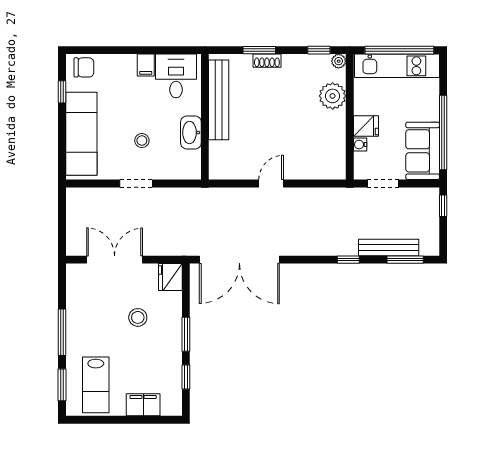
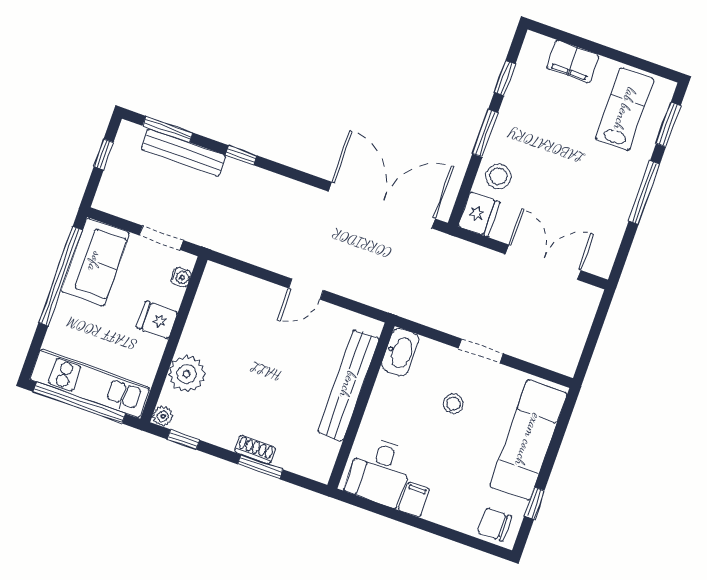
bench: (219, 100) -> (348, 385), moved
washbasin: (191, 132) -> (400, 352), moved
water cooler: (360, 144) -> (181, 277), moved
window: (443, 206) -> (104, 154), moved
double door: (115, 260) -> (543, 262), swing flipped
stool: (138, 317) -> (499, 176), moved

